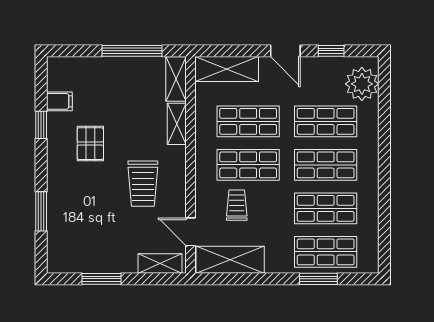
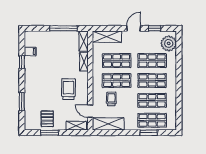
door: (285, 51) -> (134, 28), swing flipped
pallet: (90, 144) -> (47, 119), moved
trolley: (143, 184) -> (68, 89), turned 180

